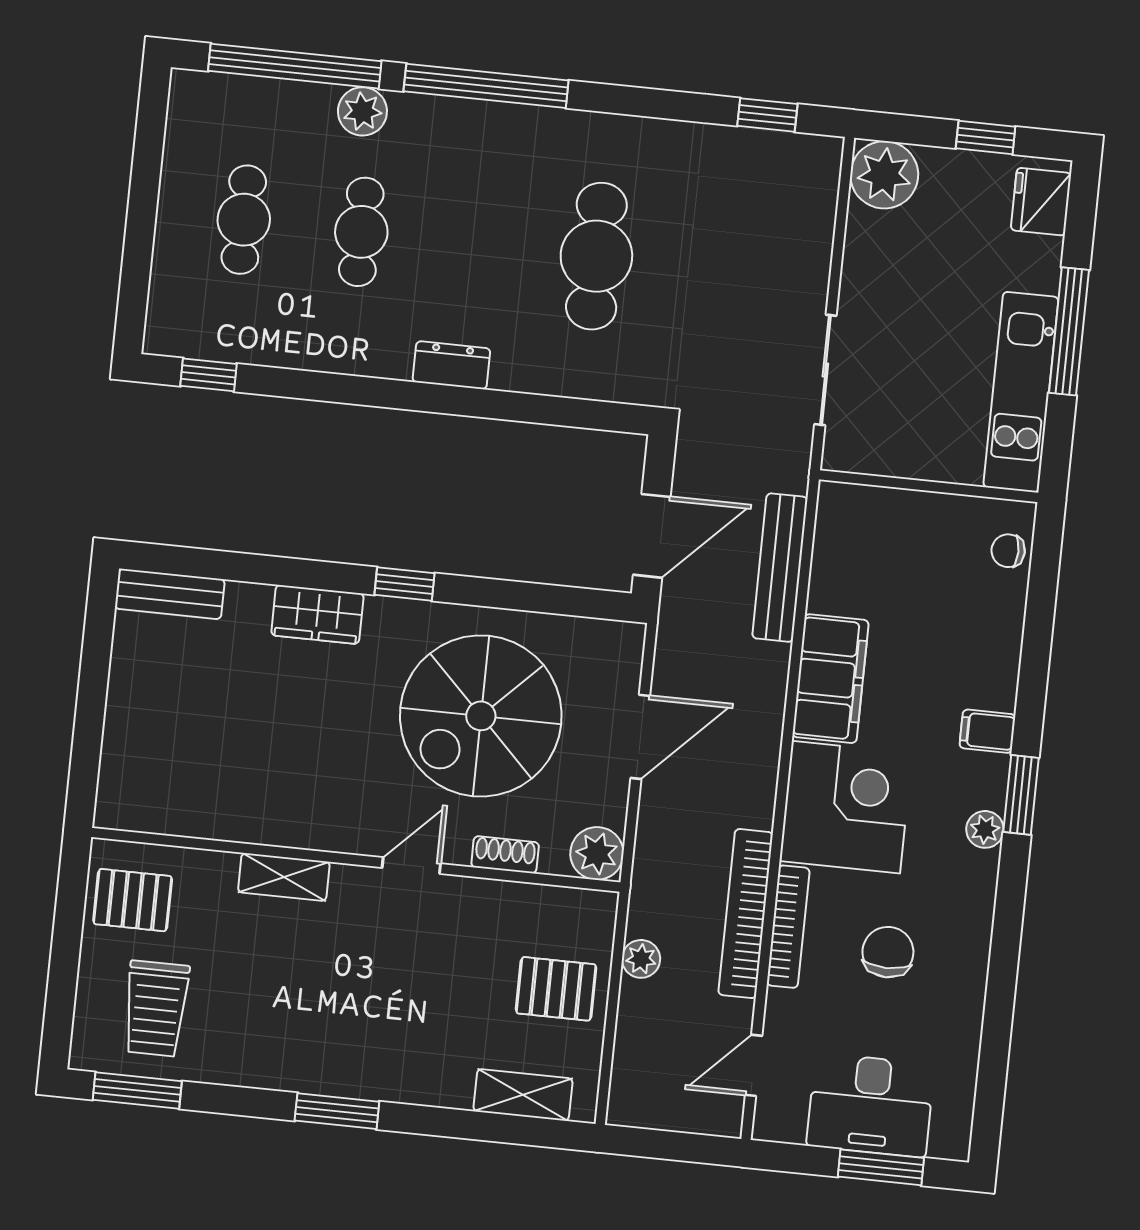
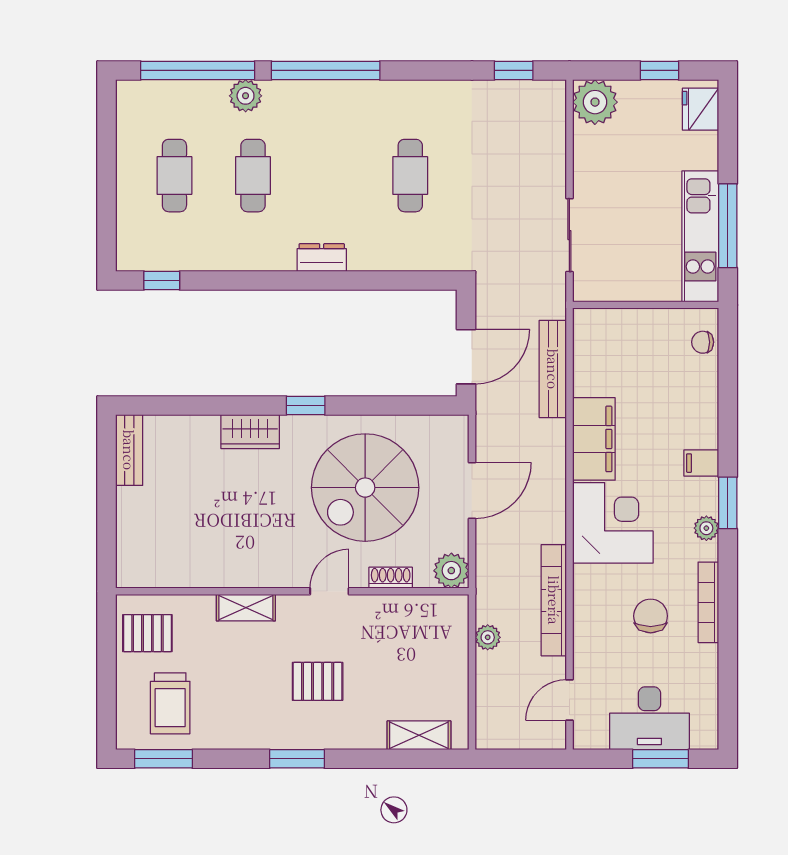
cafe table: (596, 256) -> (410, 176), width x0.73, depth x0.74
window: (1069, 331) -> (728, 226), moved
bench: (170, 594) -> (129, 450), moved, turned 90
bookcase: (788, 927) -> (708, 602), moved, turned 180
pallet: (556, 989) -> (318, 681), moved

